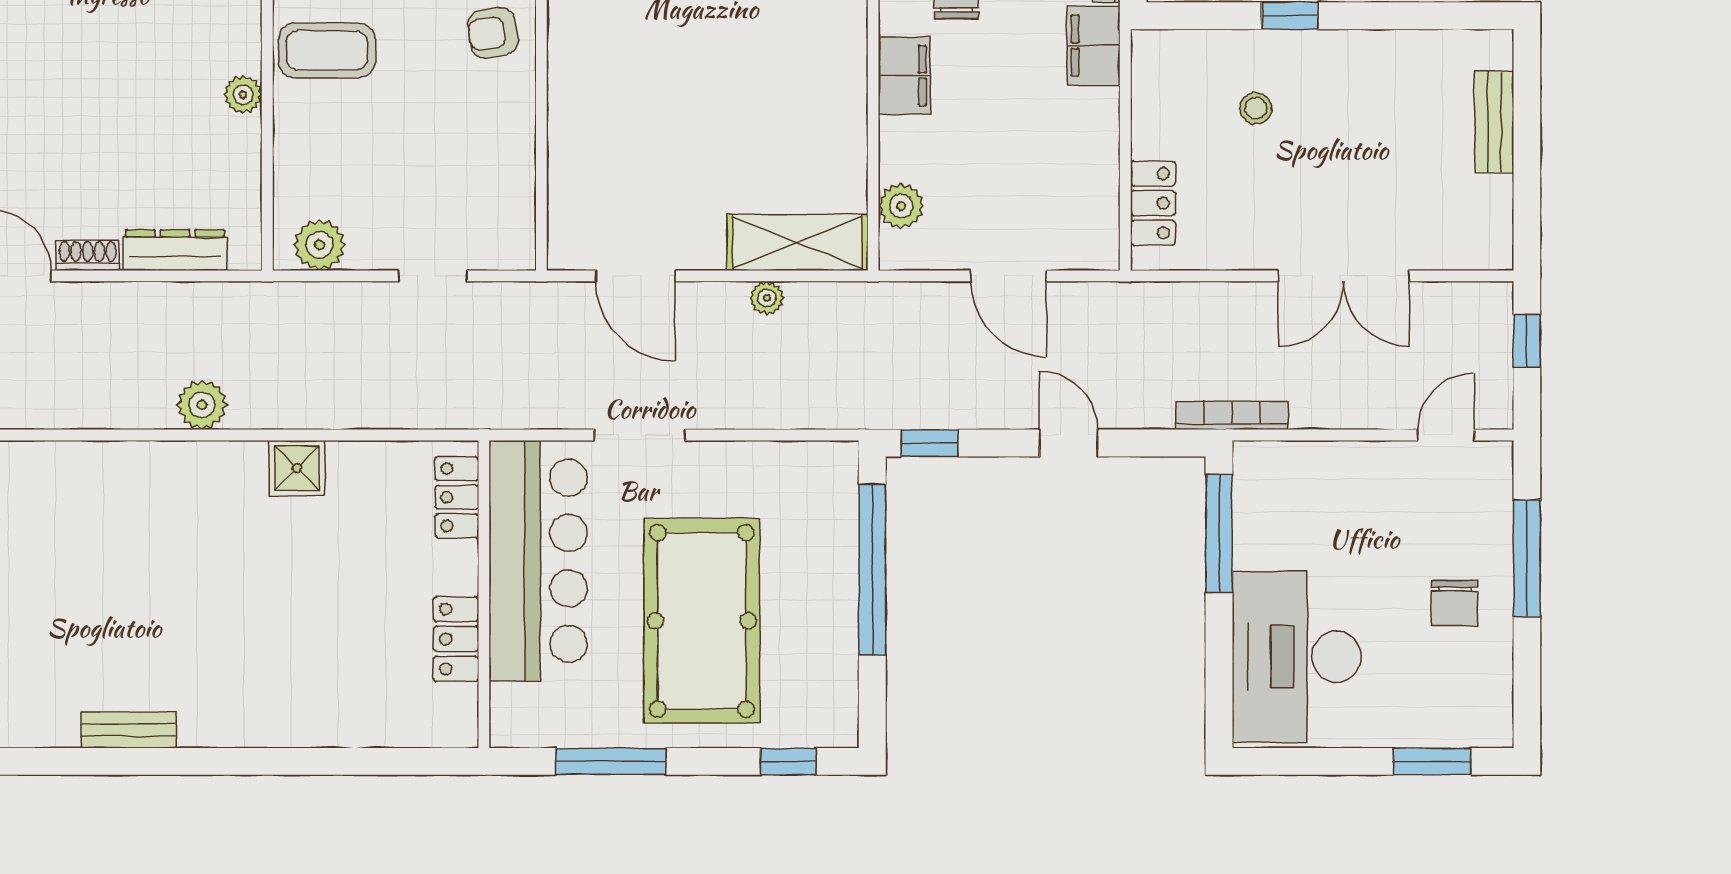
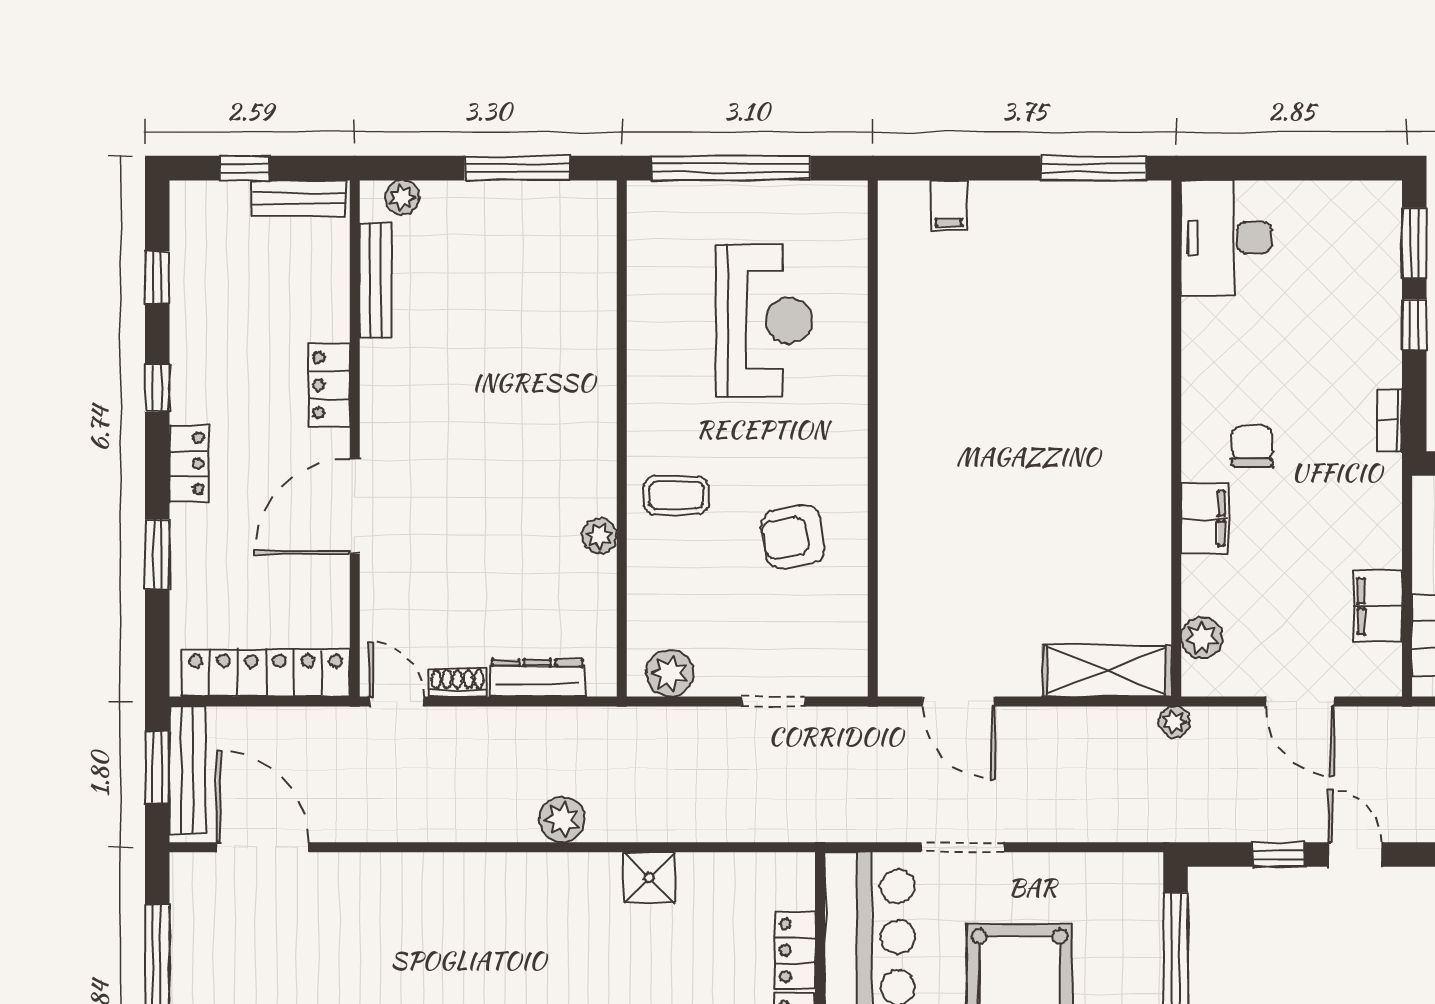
armchair: (493, 33) -> (793, 537), moved, width x1.38, depth x1.38
filing cabinet: (1094, 46) -> (1378, 606), moved
coffee table: (327, 50) -> (676, 495), width x0.73, depth x0.77
plant: (767, 298) -> (1174, 722), moved
window: (930, 443) -> (1279, 855), moved
locker: (457, 497) -> (795, 950), moved

